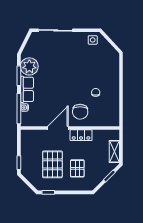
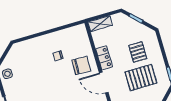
shelving: (114, 152) -> (100, 24), moved
pallet: (77, 168) -> (138, 52), turned 90

